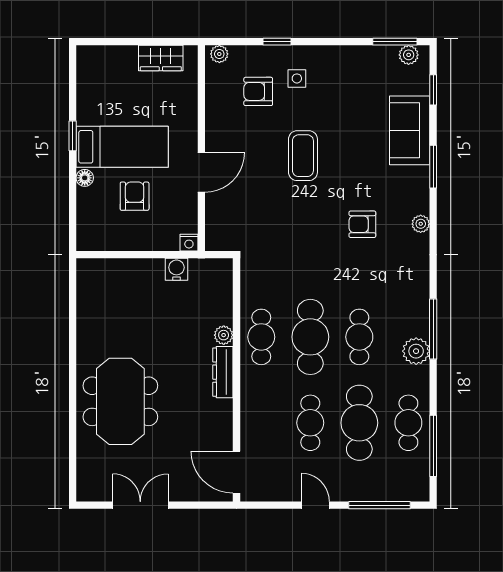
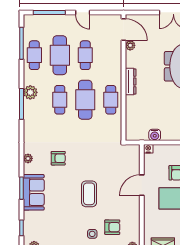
sofa: (410, 130) -> (34, 192), moved
plant: (224, 335) -> (130, 45), moved

